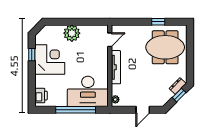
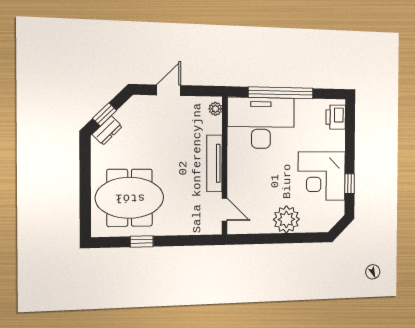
door: (110, 40) -> (225, 210), swing flipped

